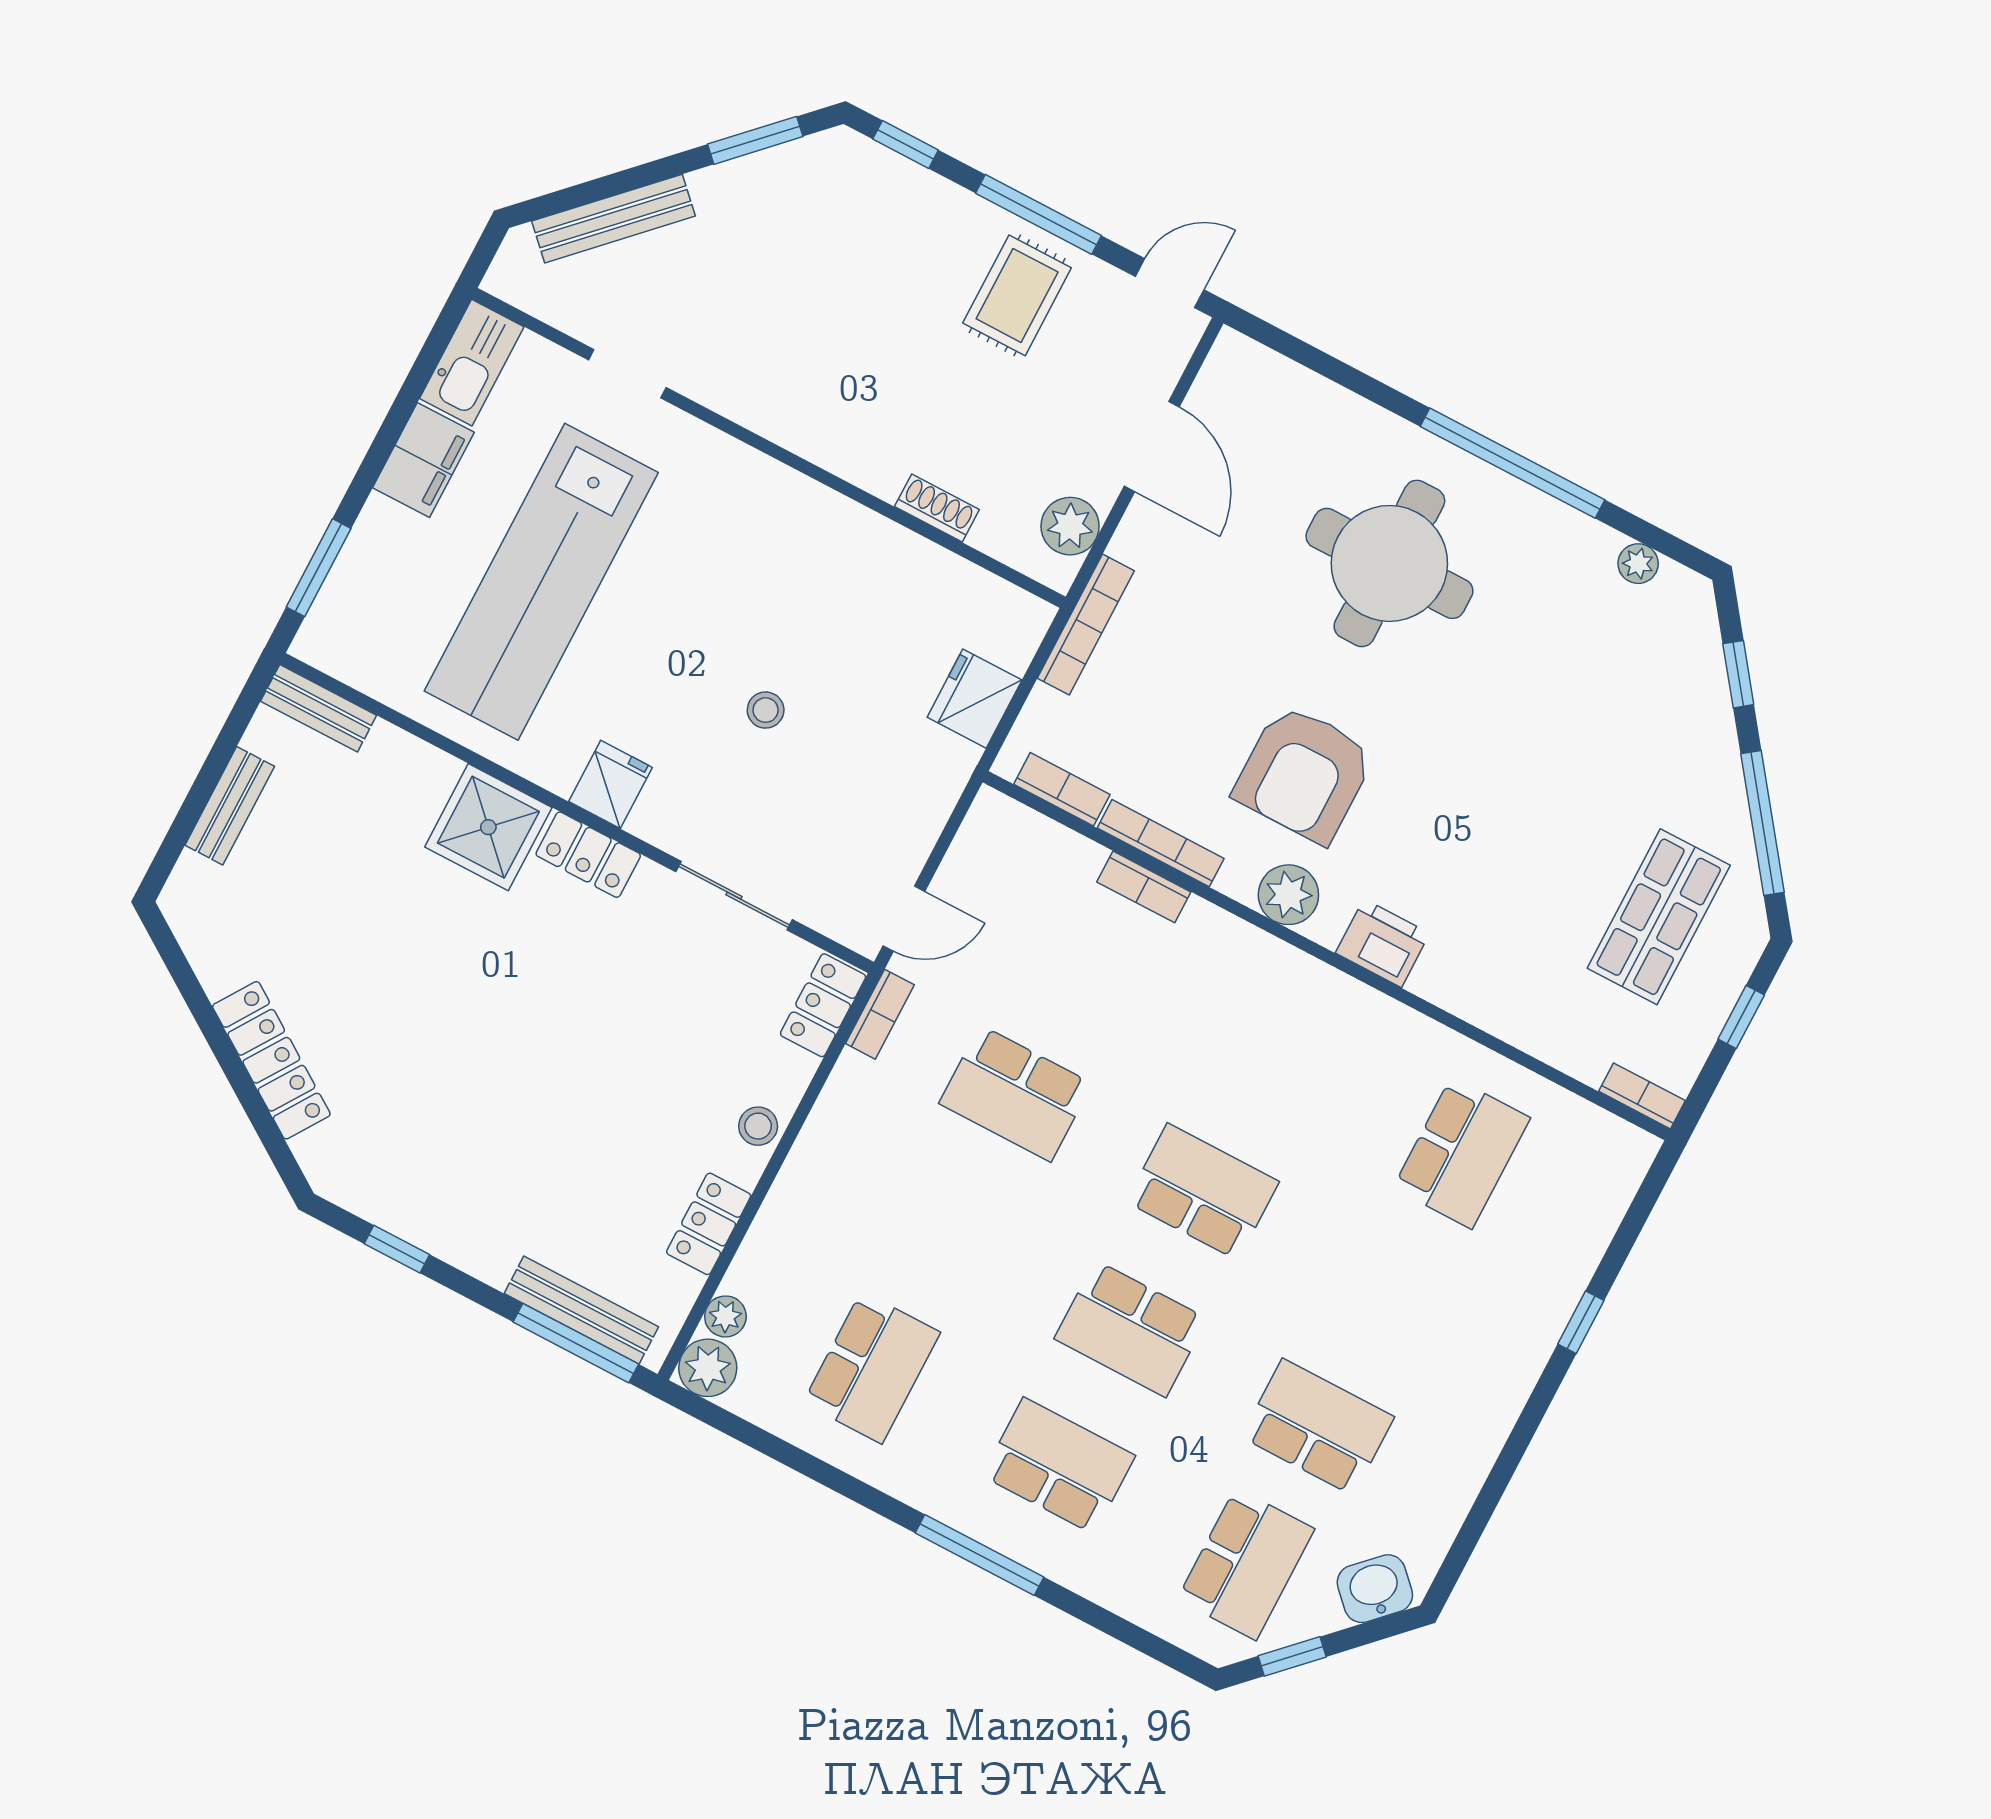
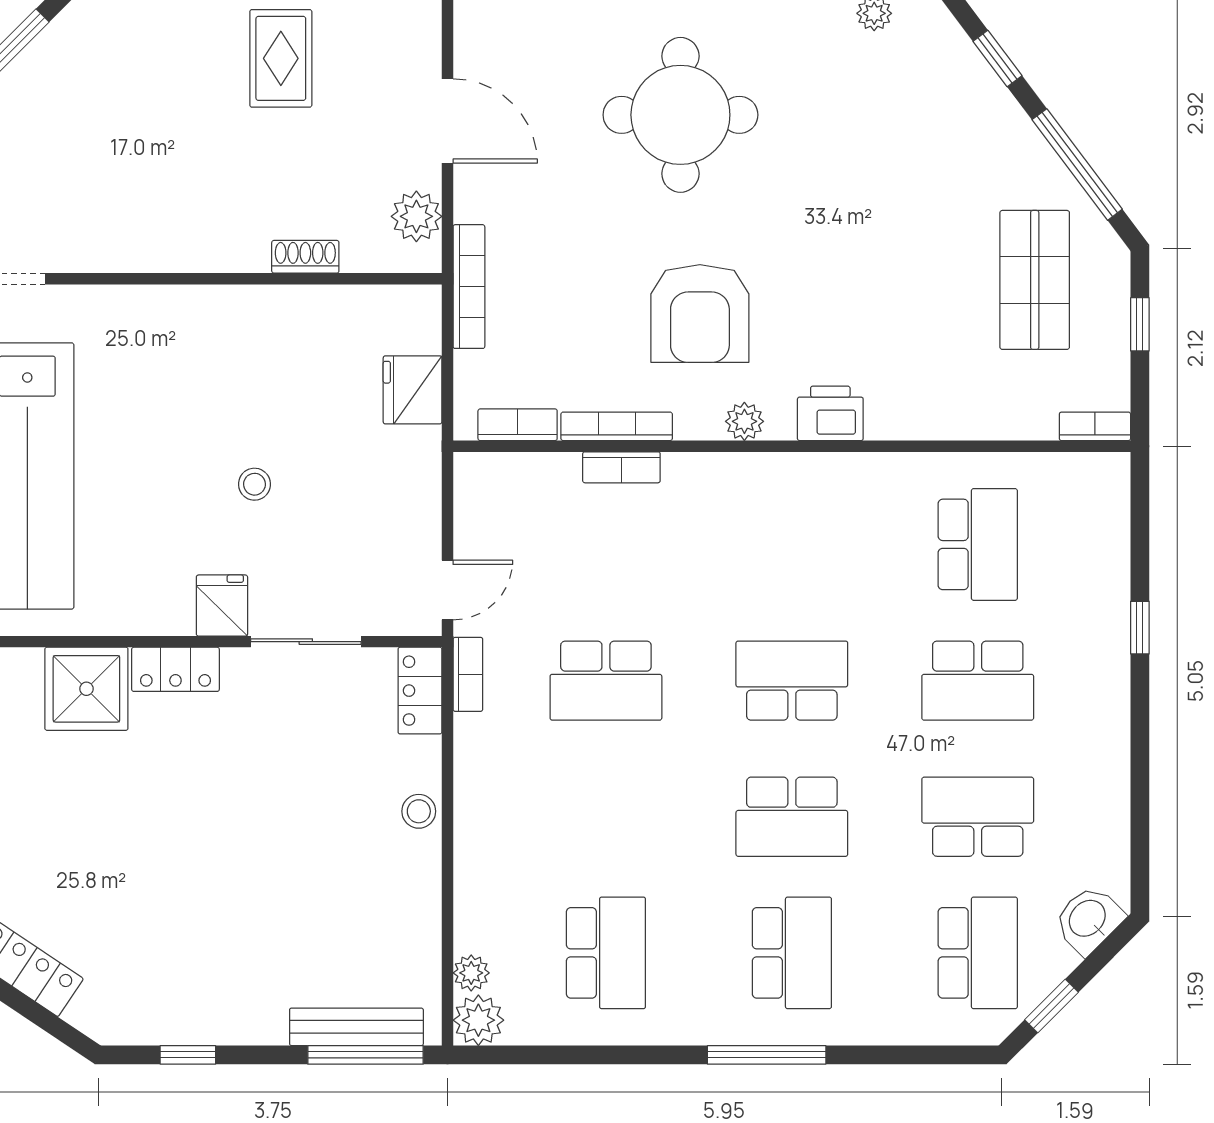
fridge: (611, 784) -> (222, 606), moved
plant: (1288, 895) -> (744, 421), width x0.73, depth x0.73
locker: (709, 1224) -> (420, 908), removed
school desk: (1390, 1290) -> (978, 681), added
school desk: (1059, 1466) -> (792, 953), turned 90

